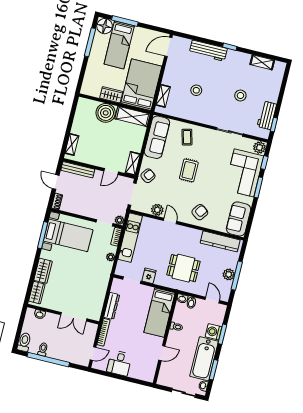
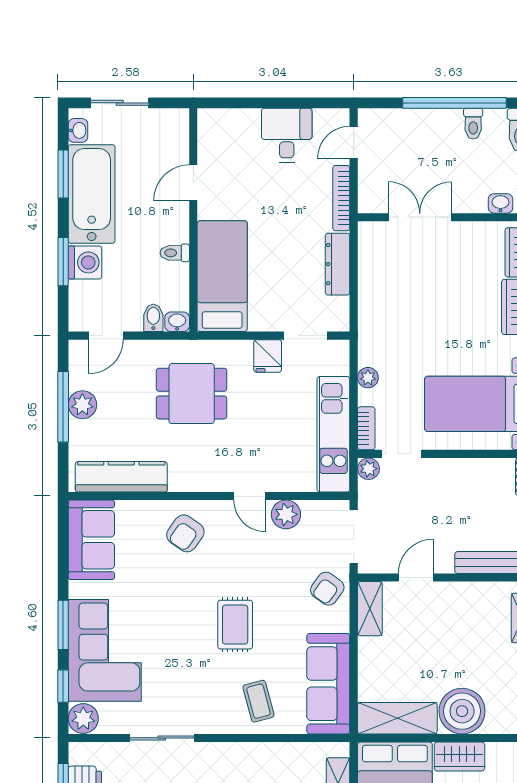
door: (212, 300) -> (106, 336), hinge flipped

